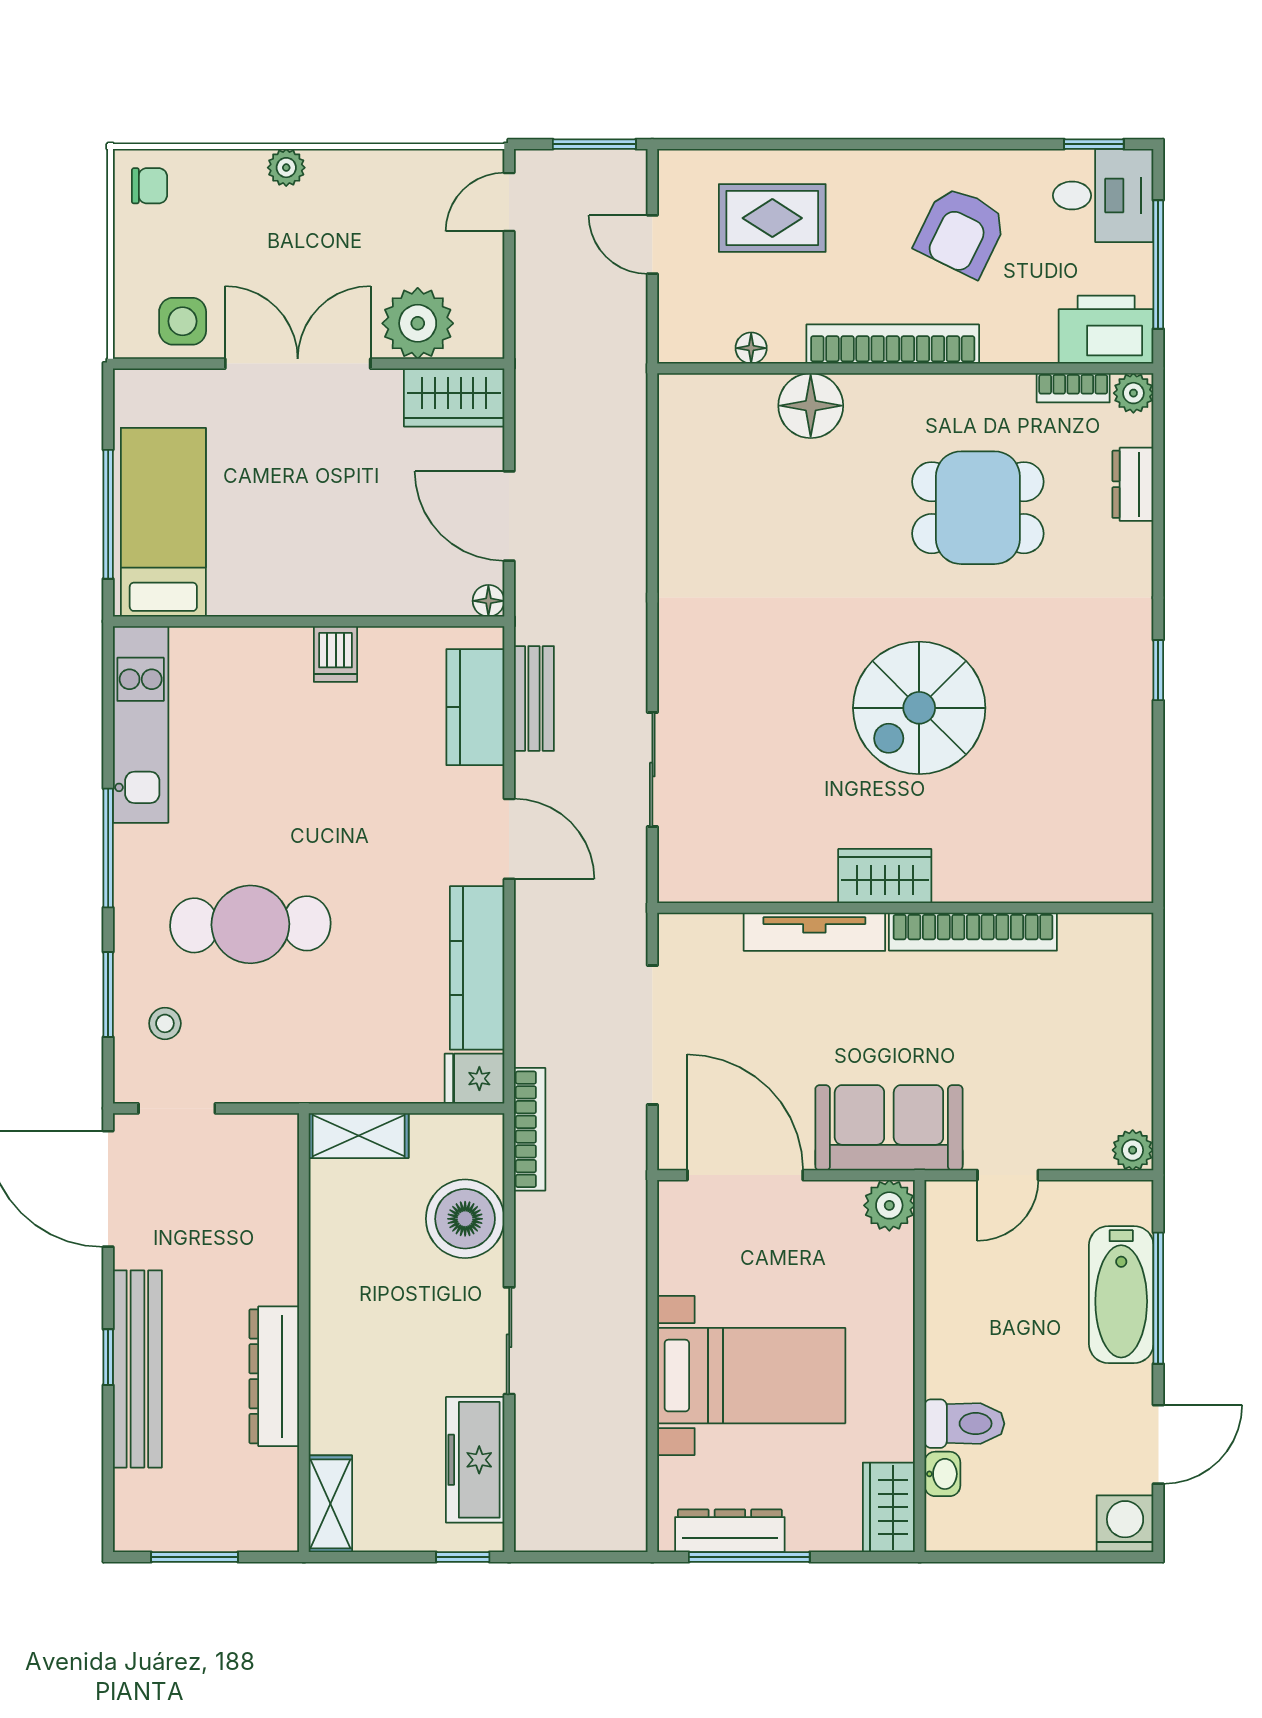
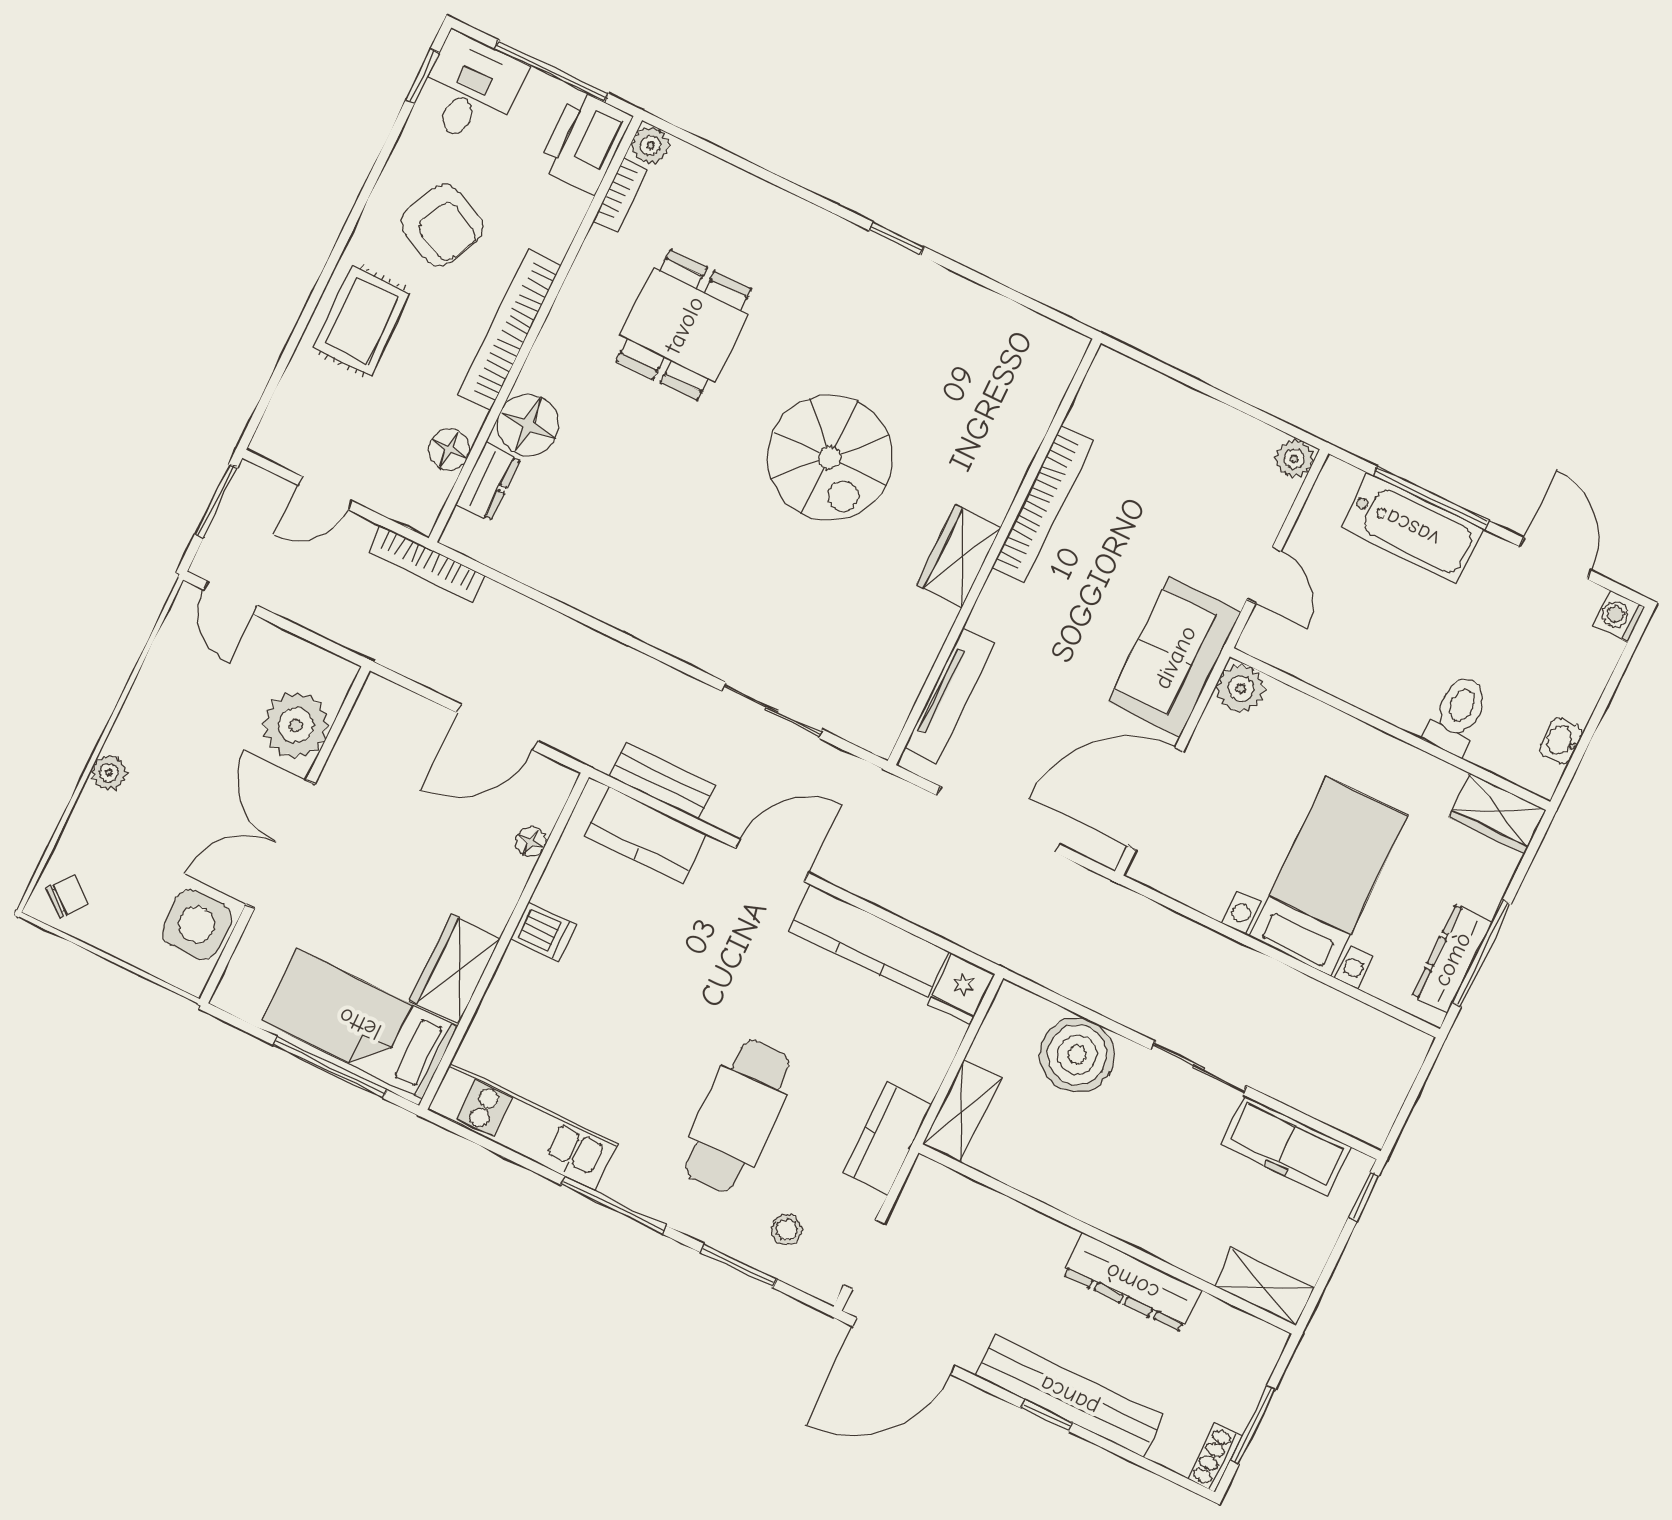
chair: (150, 186) -> (68, 897), turned 39
rug: (772, 218) -> (362, 321), moved
side table: (183, 321) -> (197, 925), width x1.37, depth x1.37
floor lamp: (751, 348) -> (449, 450), width x1.37, depth x1.37
wardrobe: (454, 398) -> (455, 969), moved, turned 180
dresser: (1133, 484) -> (488, 482), moved, turned -90
floor lamp: (488, 601) -> (531, 842), moved
tv unit: (814, 932) -> (950, 695), moved
kitchen counter: (298, 1077) -> (887, 1138), added
bookcase: (530, 1129) -> (427, 564), moved, turned 180
washbasin: (942, 1474) -> (1561, 741), moved, turned -90
washing machine: (1125, 1524) -> (1619, 616), width x0.73, depth x0.73
shoe rack: (146, 1536) -> (1215, 1458), added

